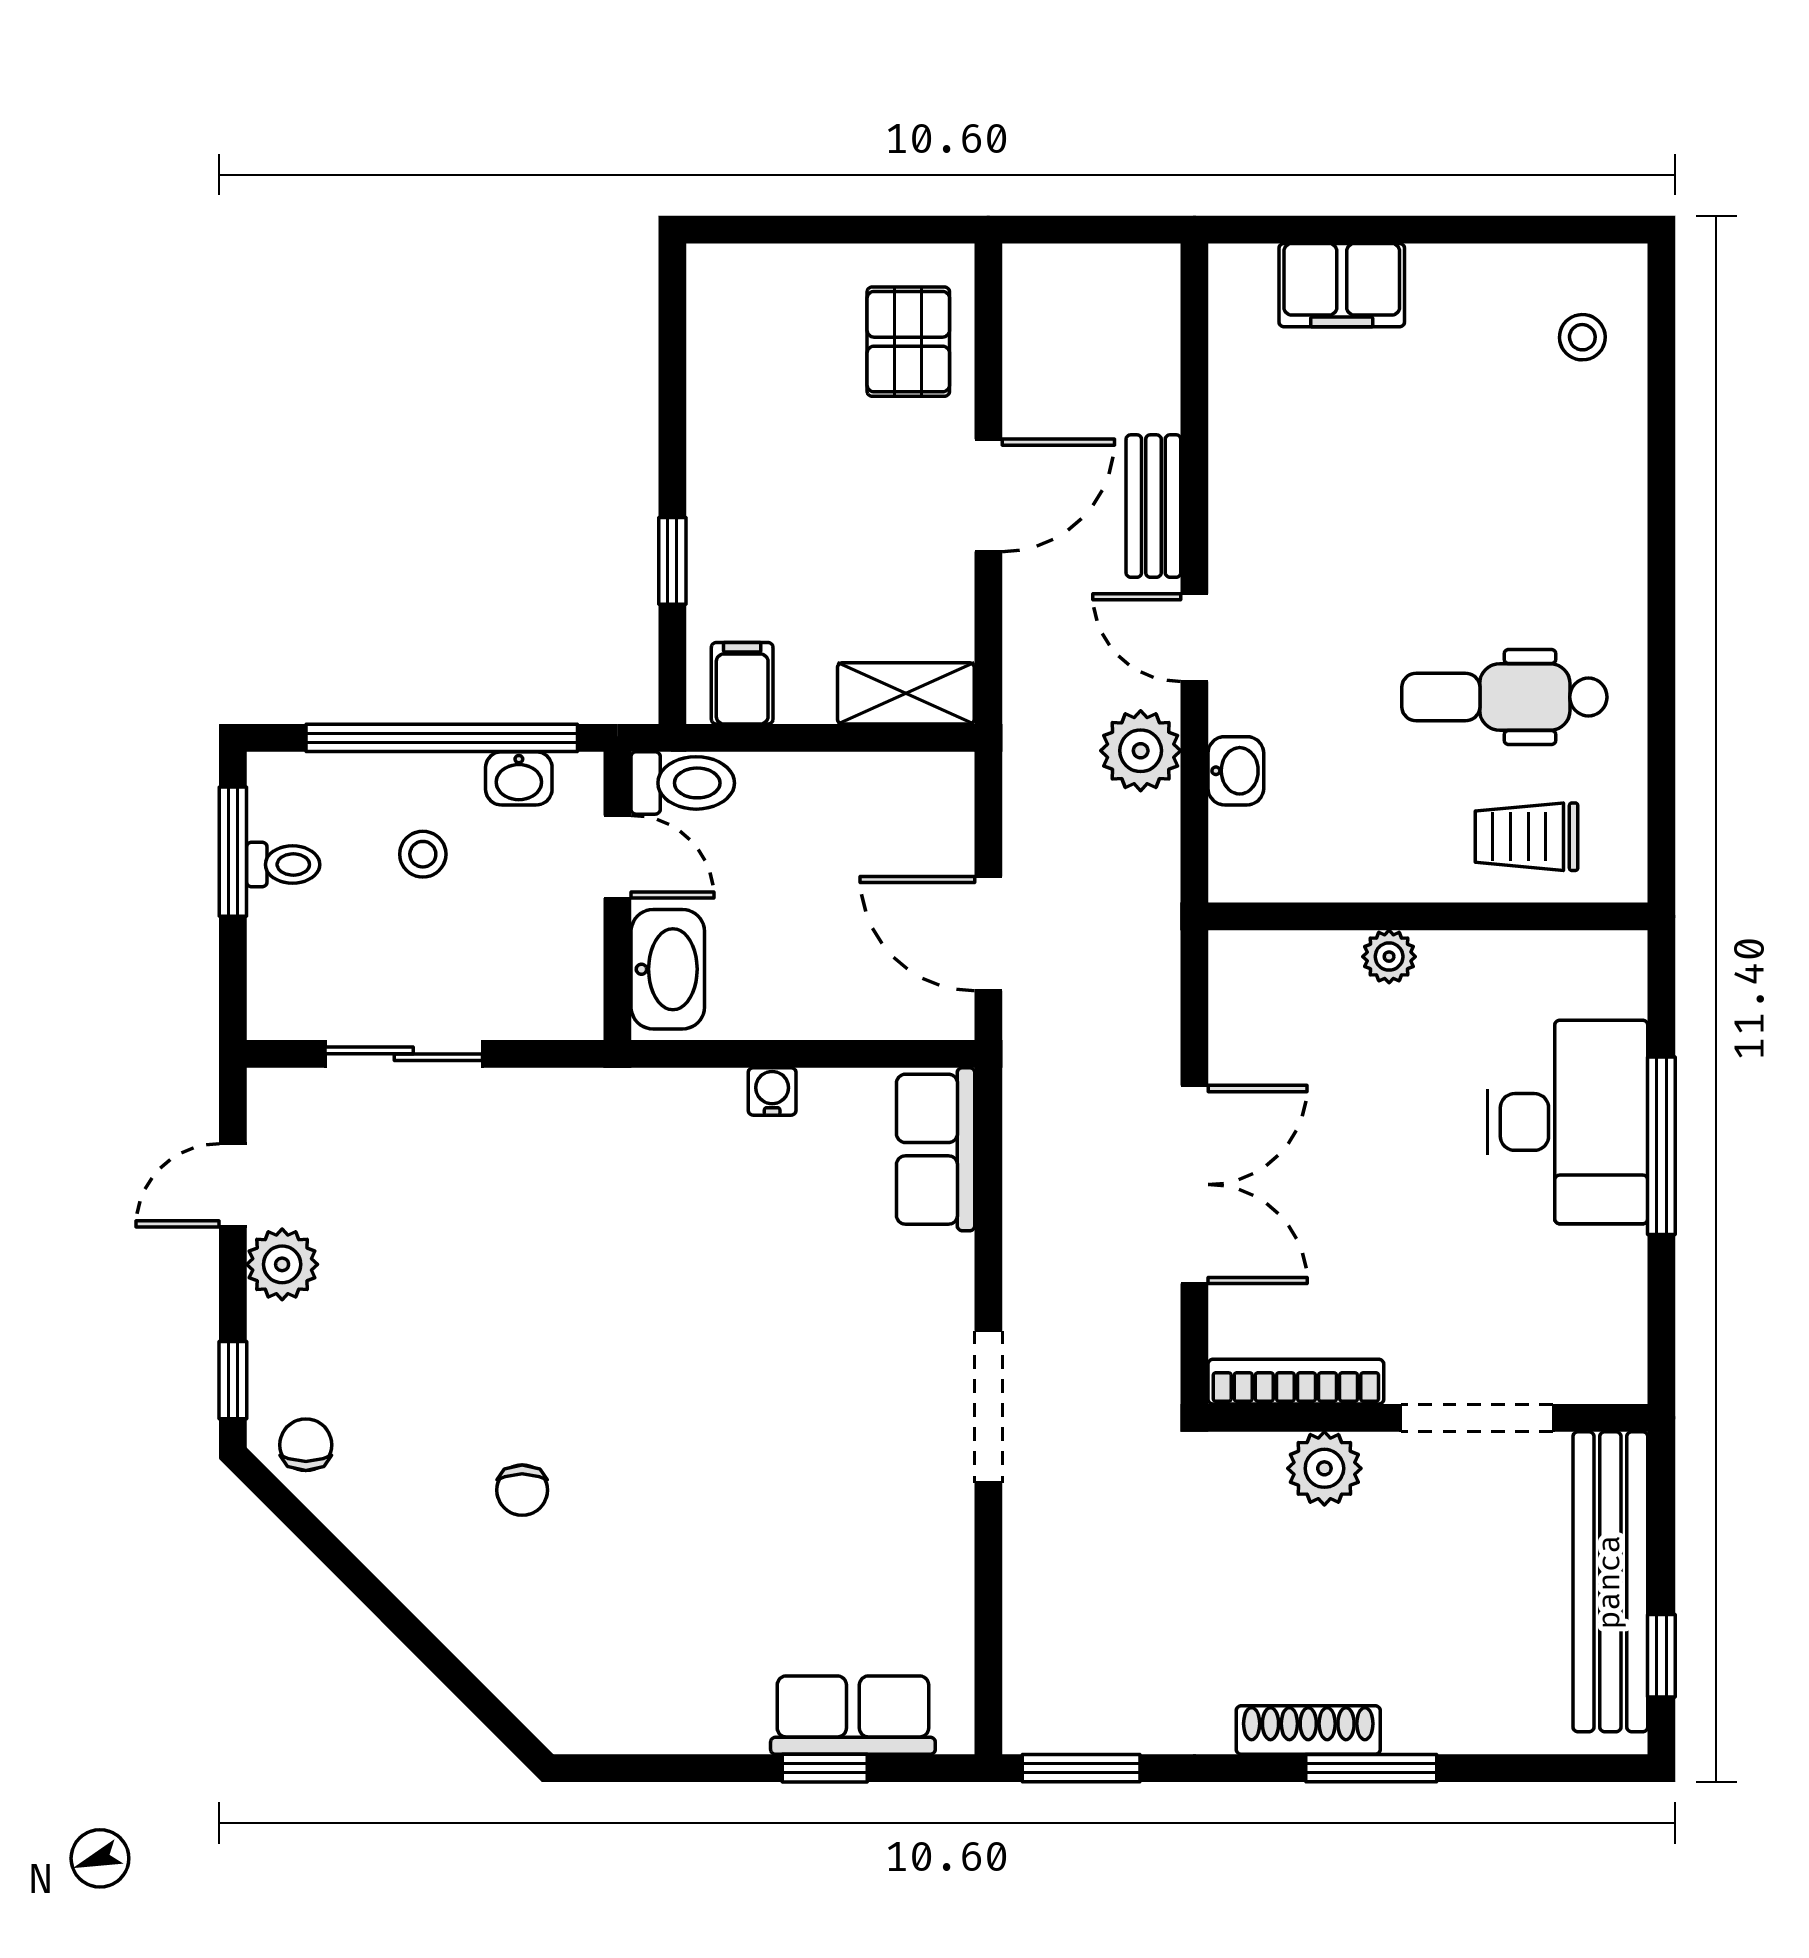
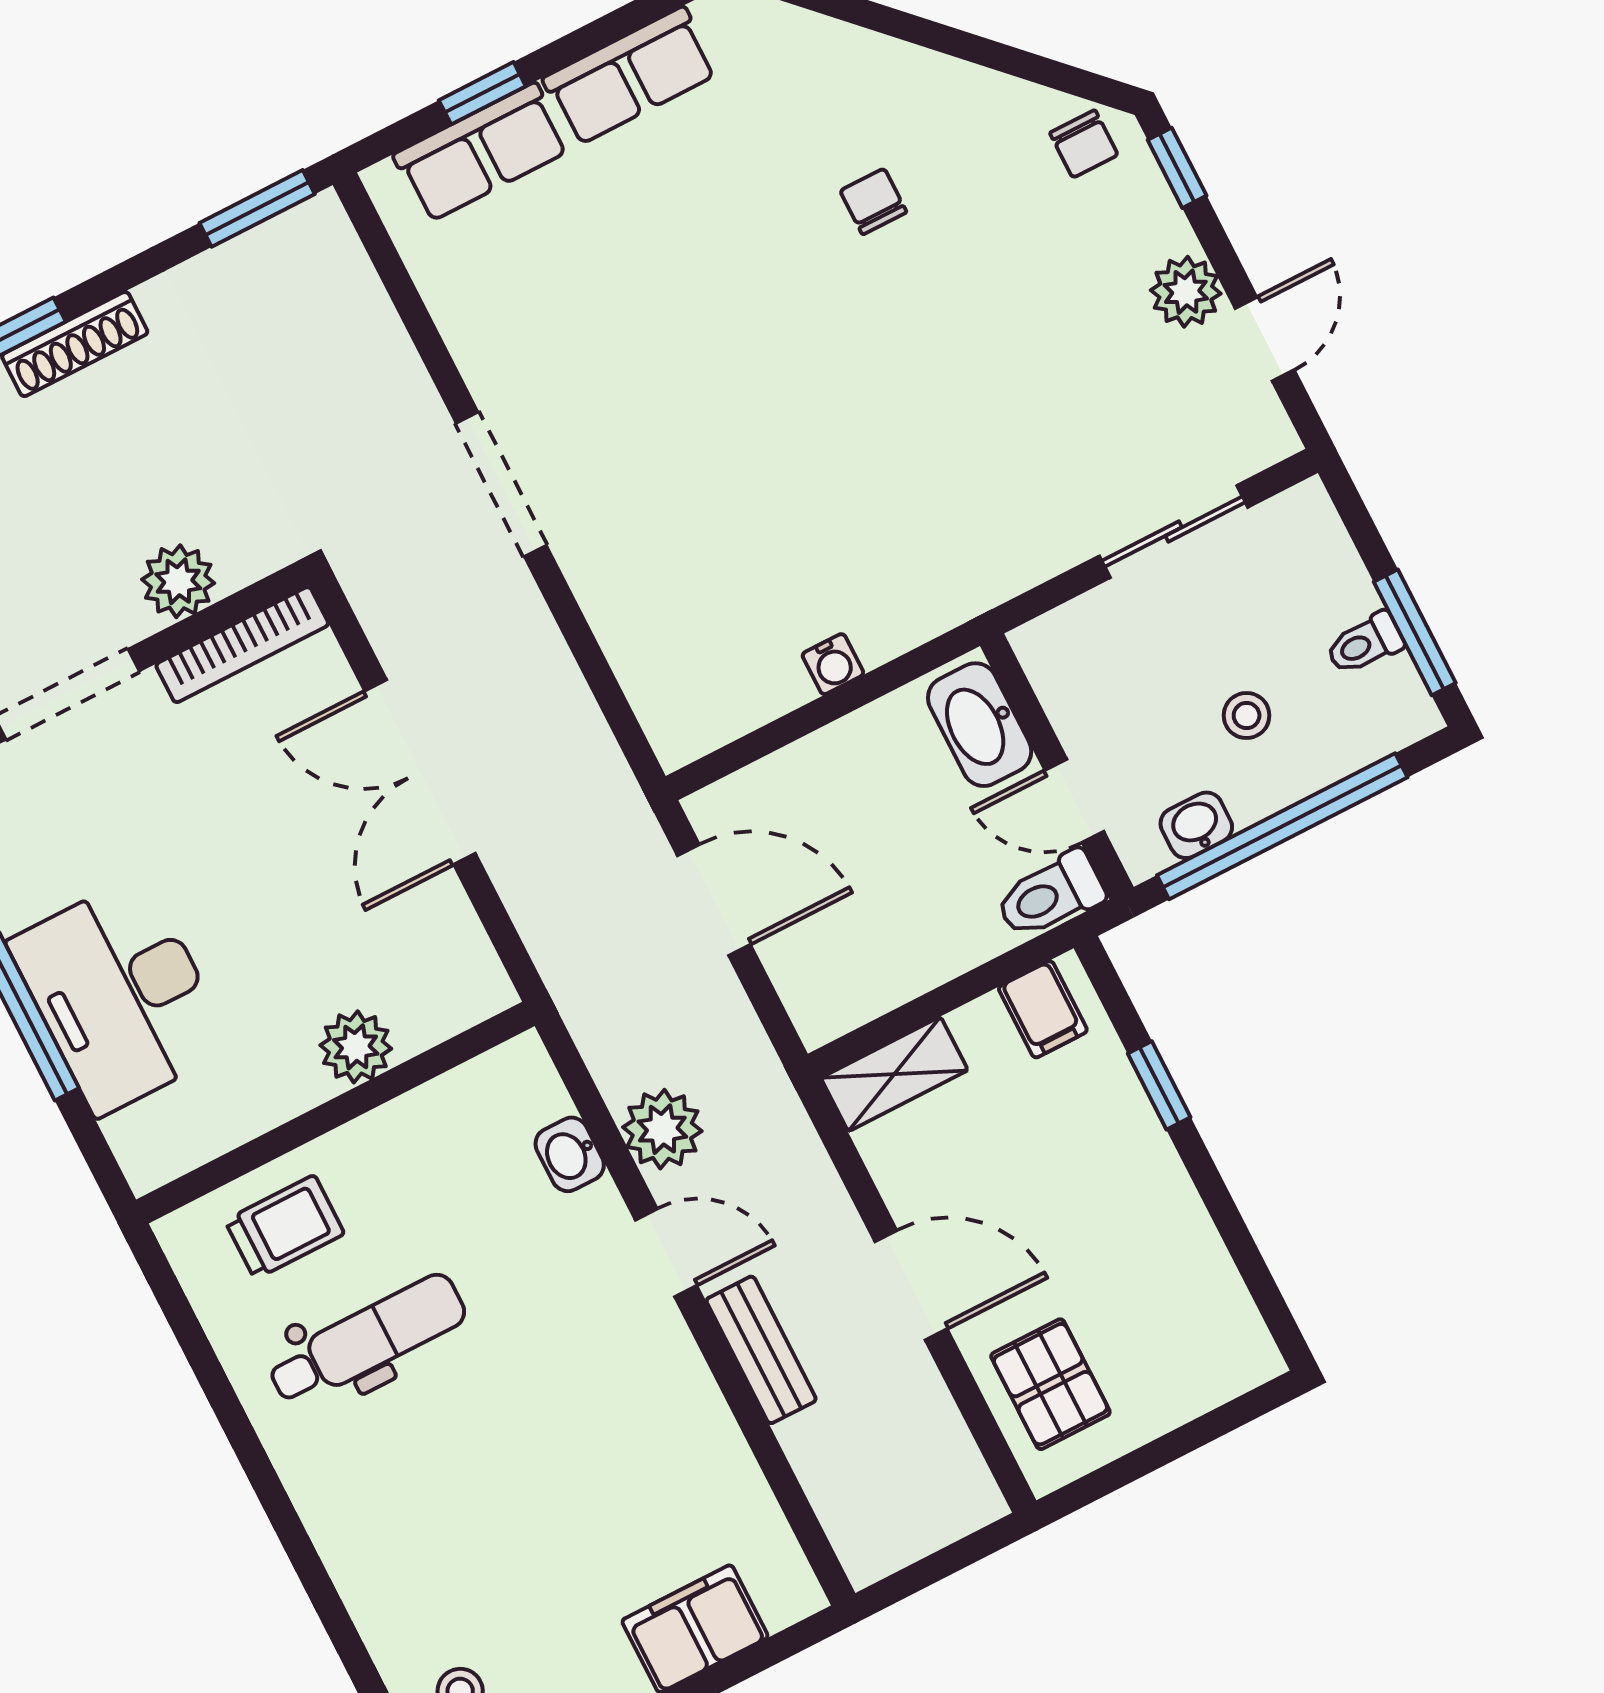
door: (988, 495) -> (911, 1285), swing flipped
plant: (1389, 957) -> (356, 1047), width x1.38, depth x1.38
row of seats: (936, 1149) -> (630, 76), moved, turned 90

